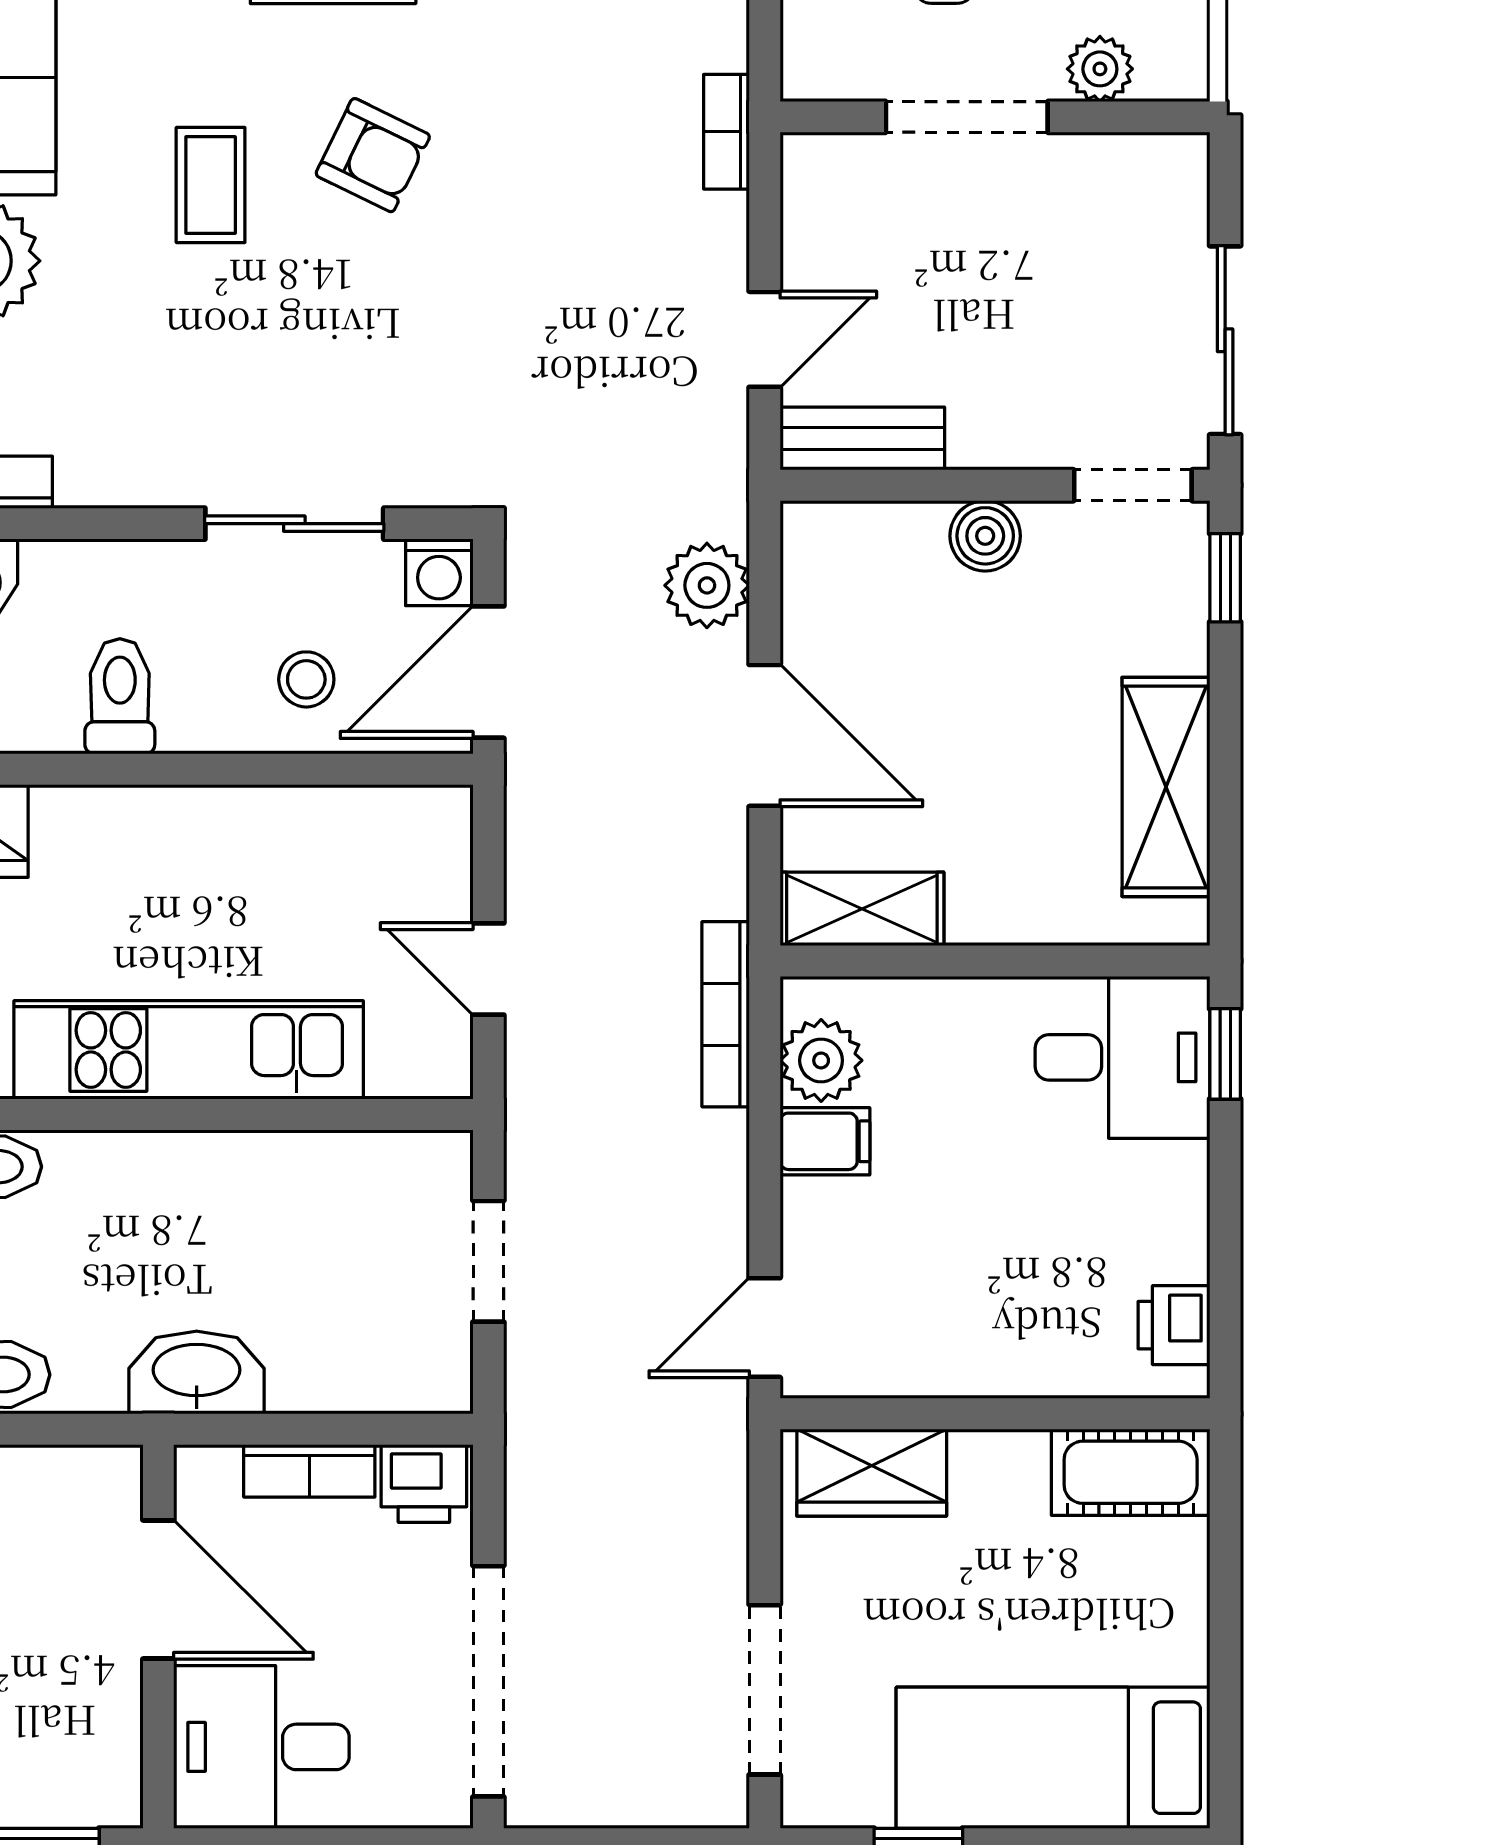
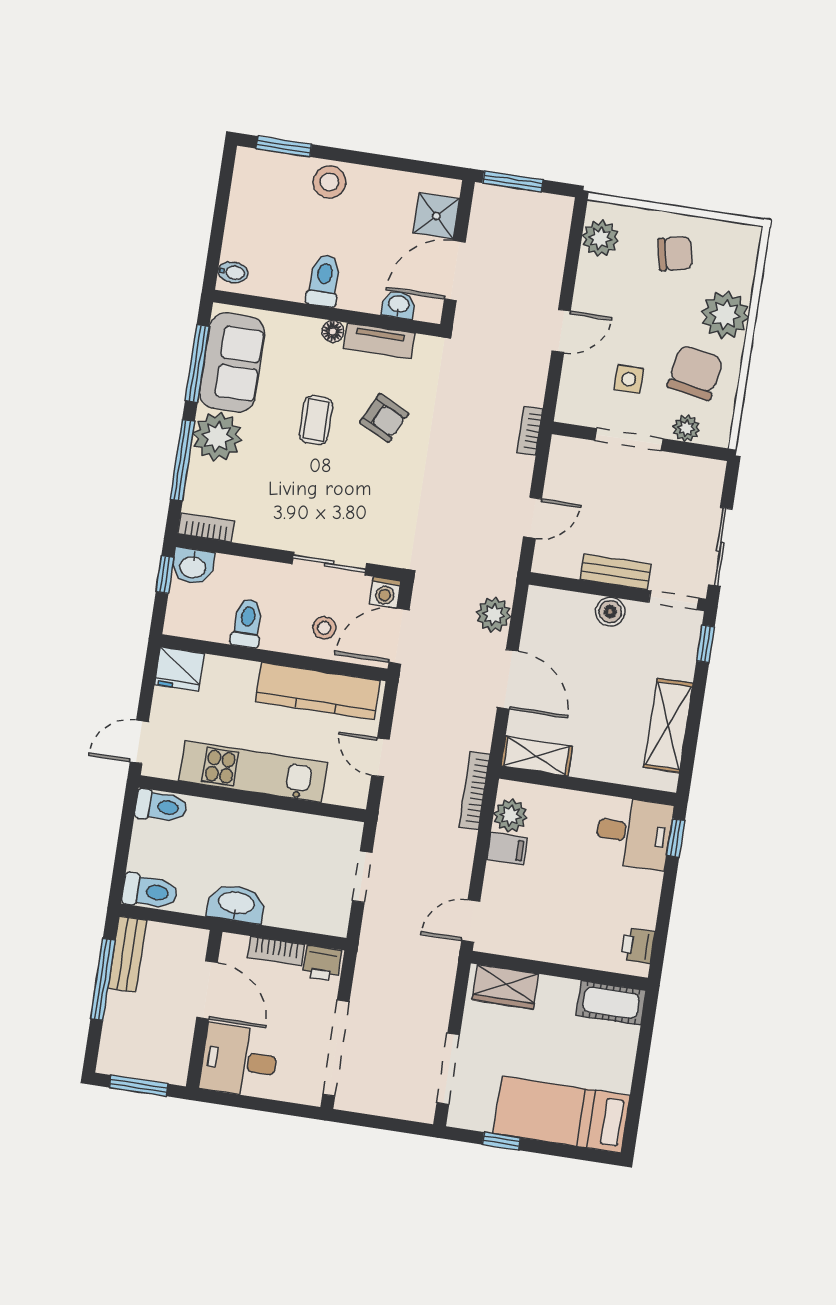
bench: (862, 438) -> (616, 572), moved
kitchen counter: (314, 833) -> (318, 691), added

